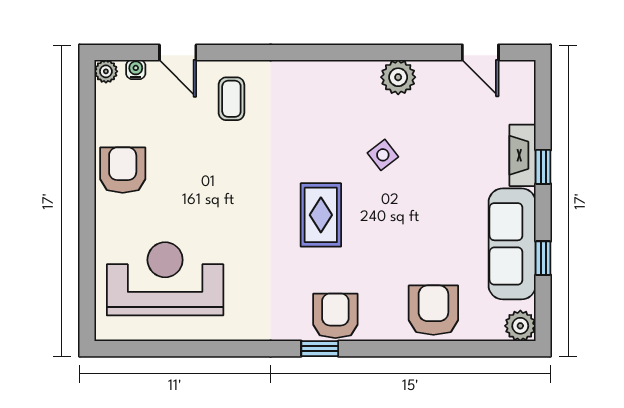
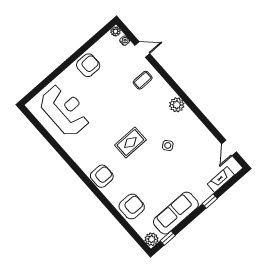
door: (178, 52) -> (142, 49), swing flipped
plant: (398, 77) -> (177, 105), moved
fireplace: (523, 155) -> (221, 179), moved
window: (543, 258) -> (168, 238), moved
window: (320, 349) -> (87, 180), removed

